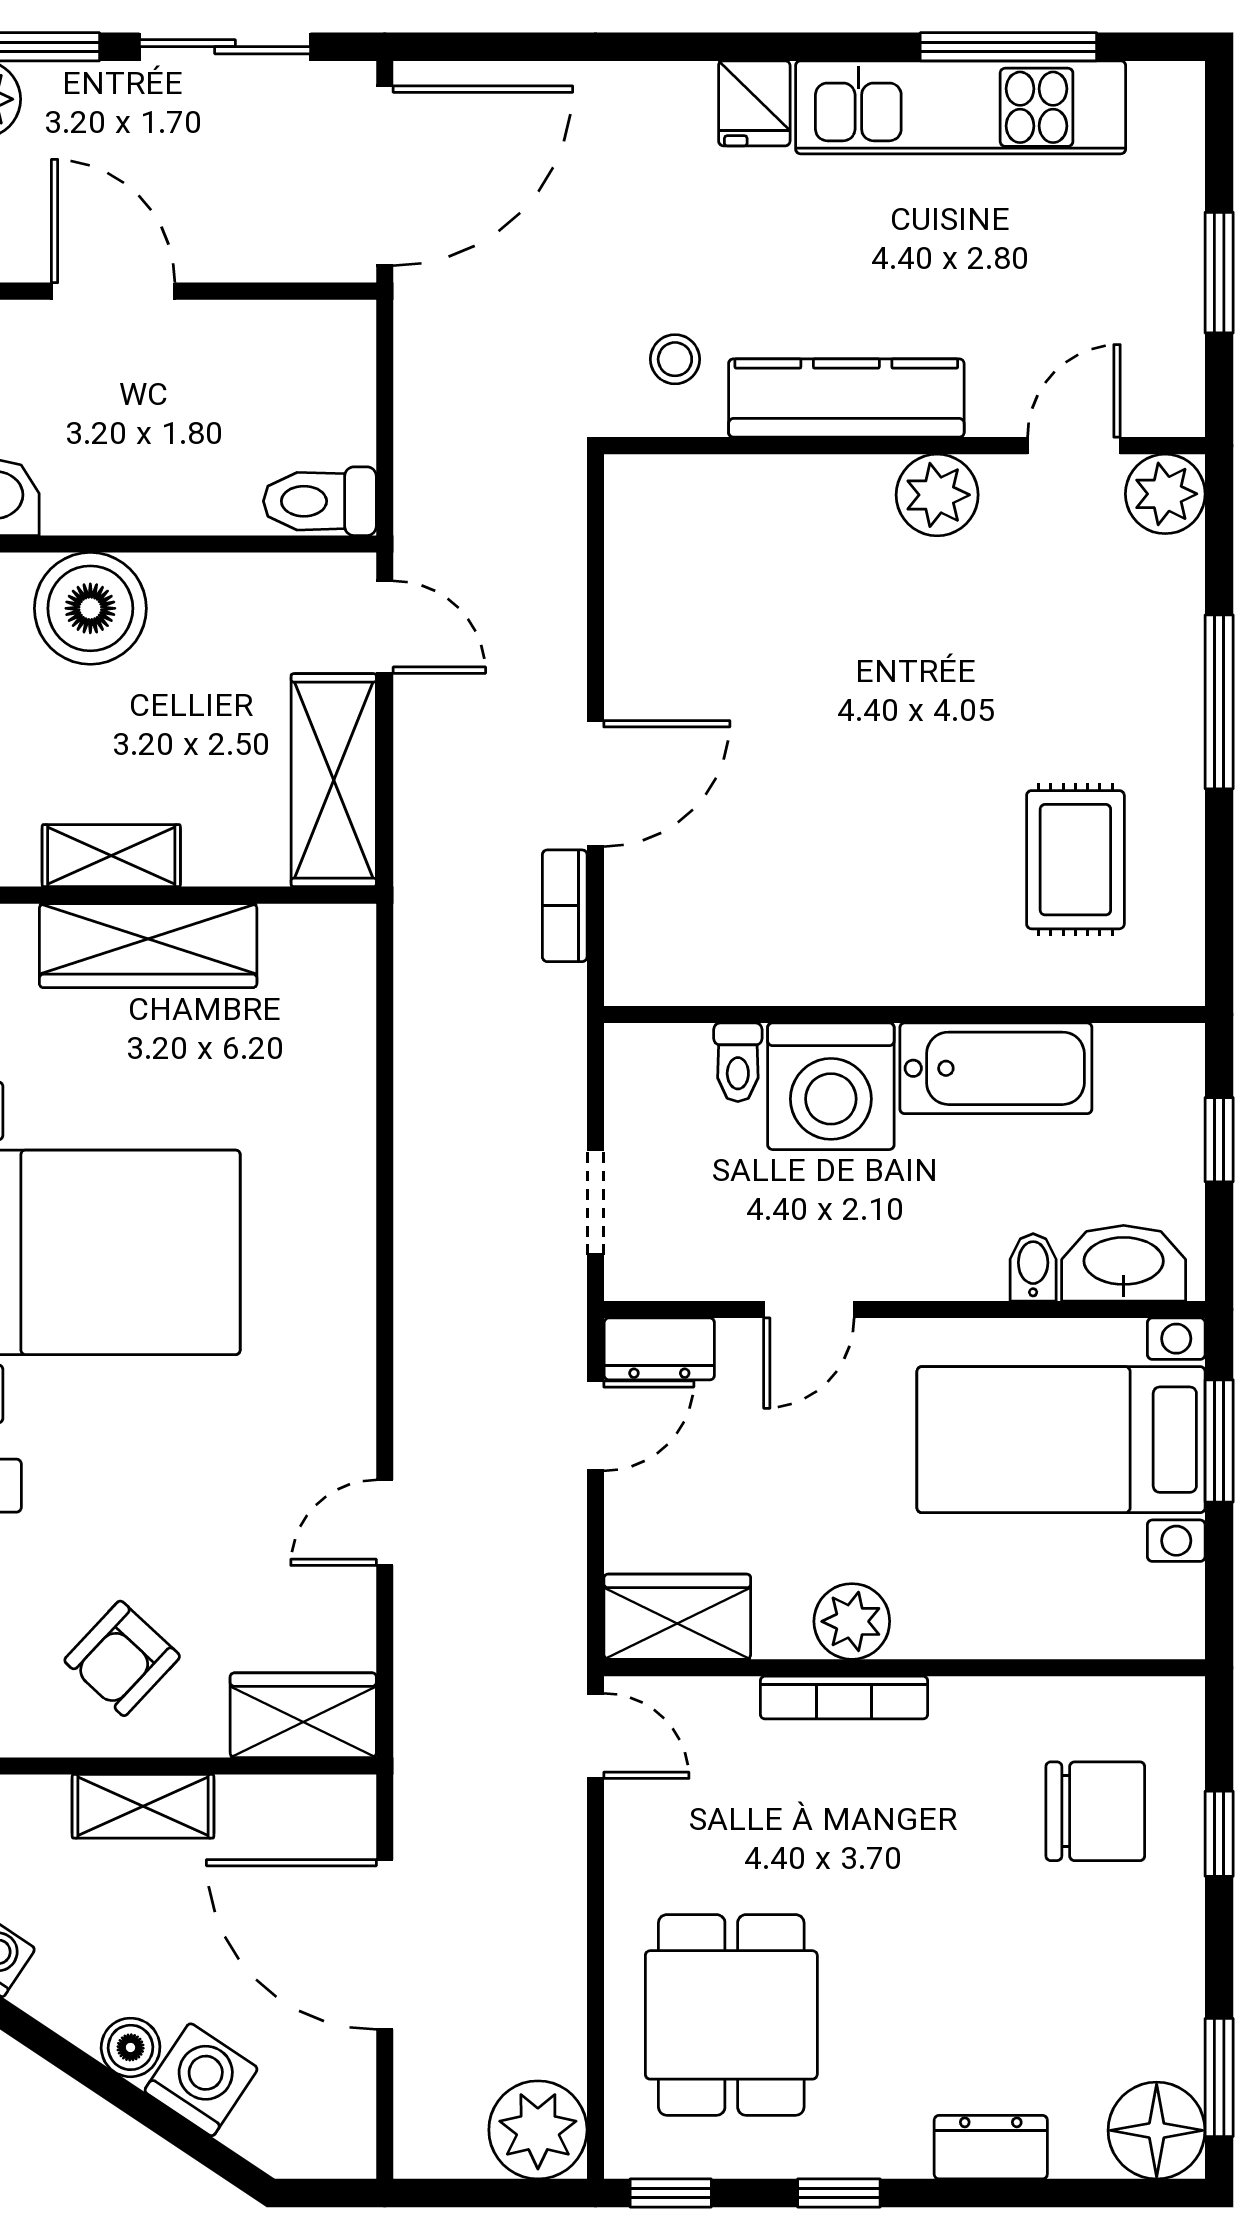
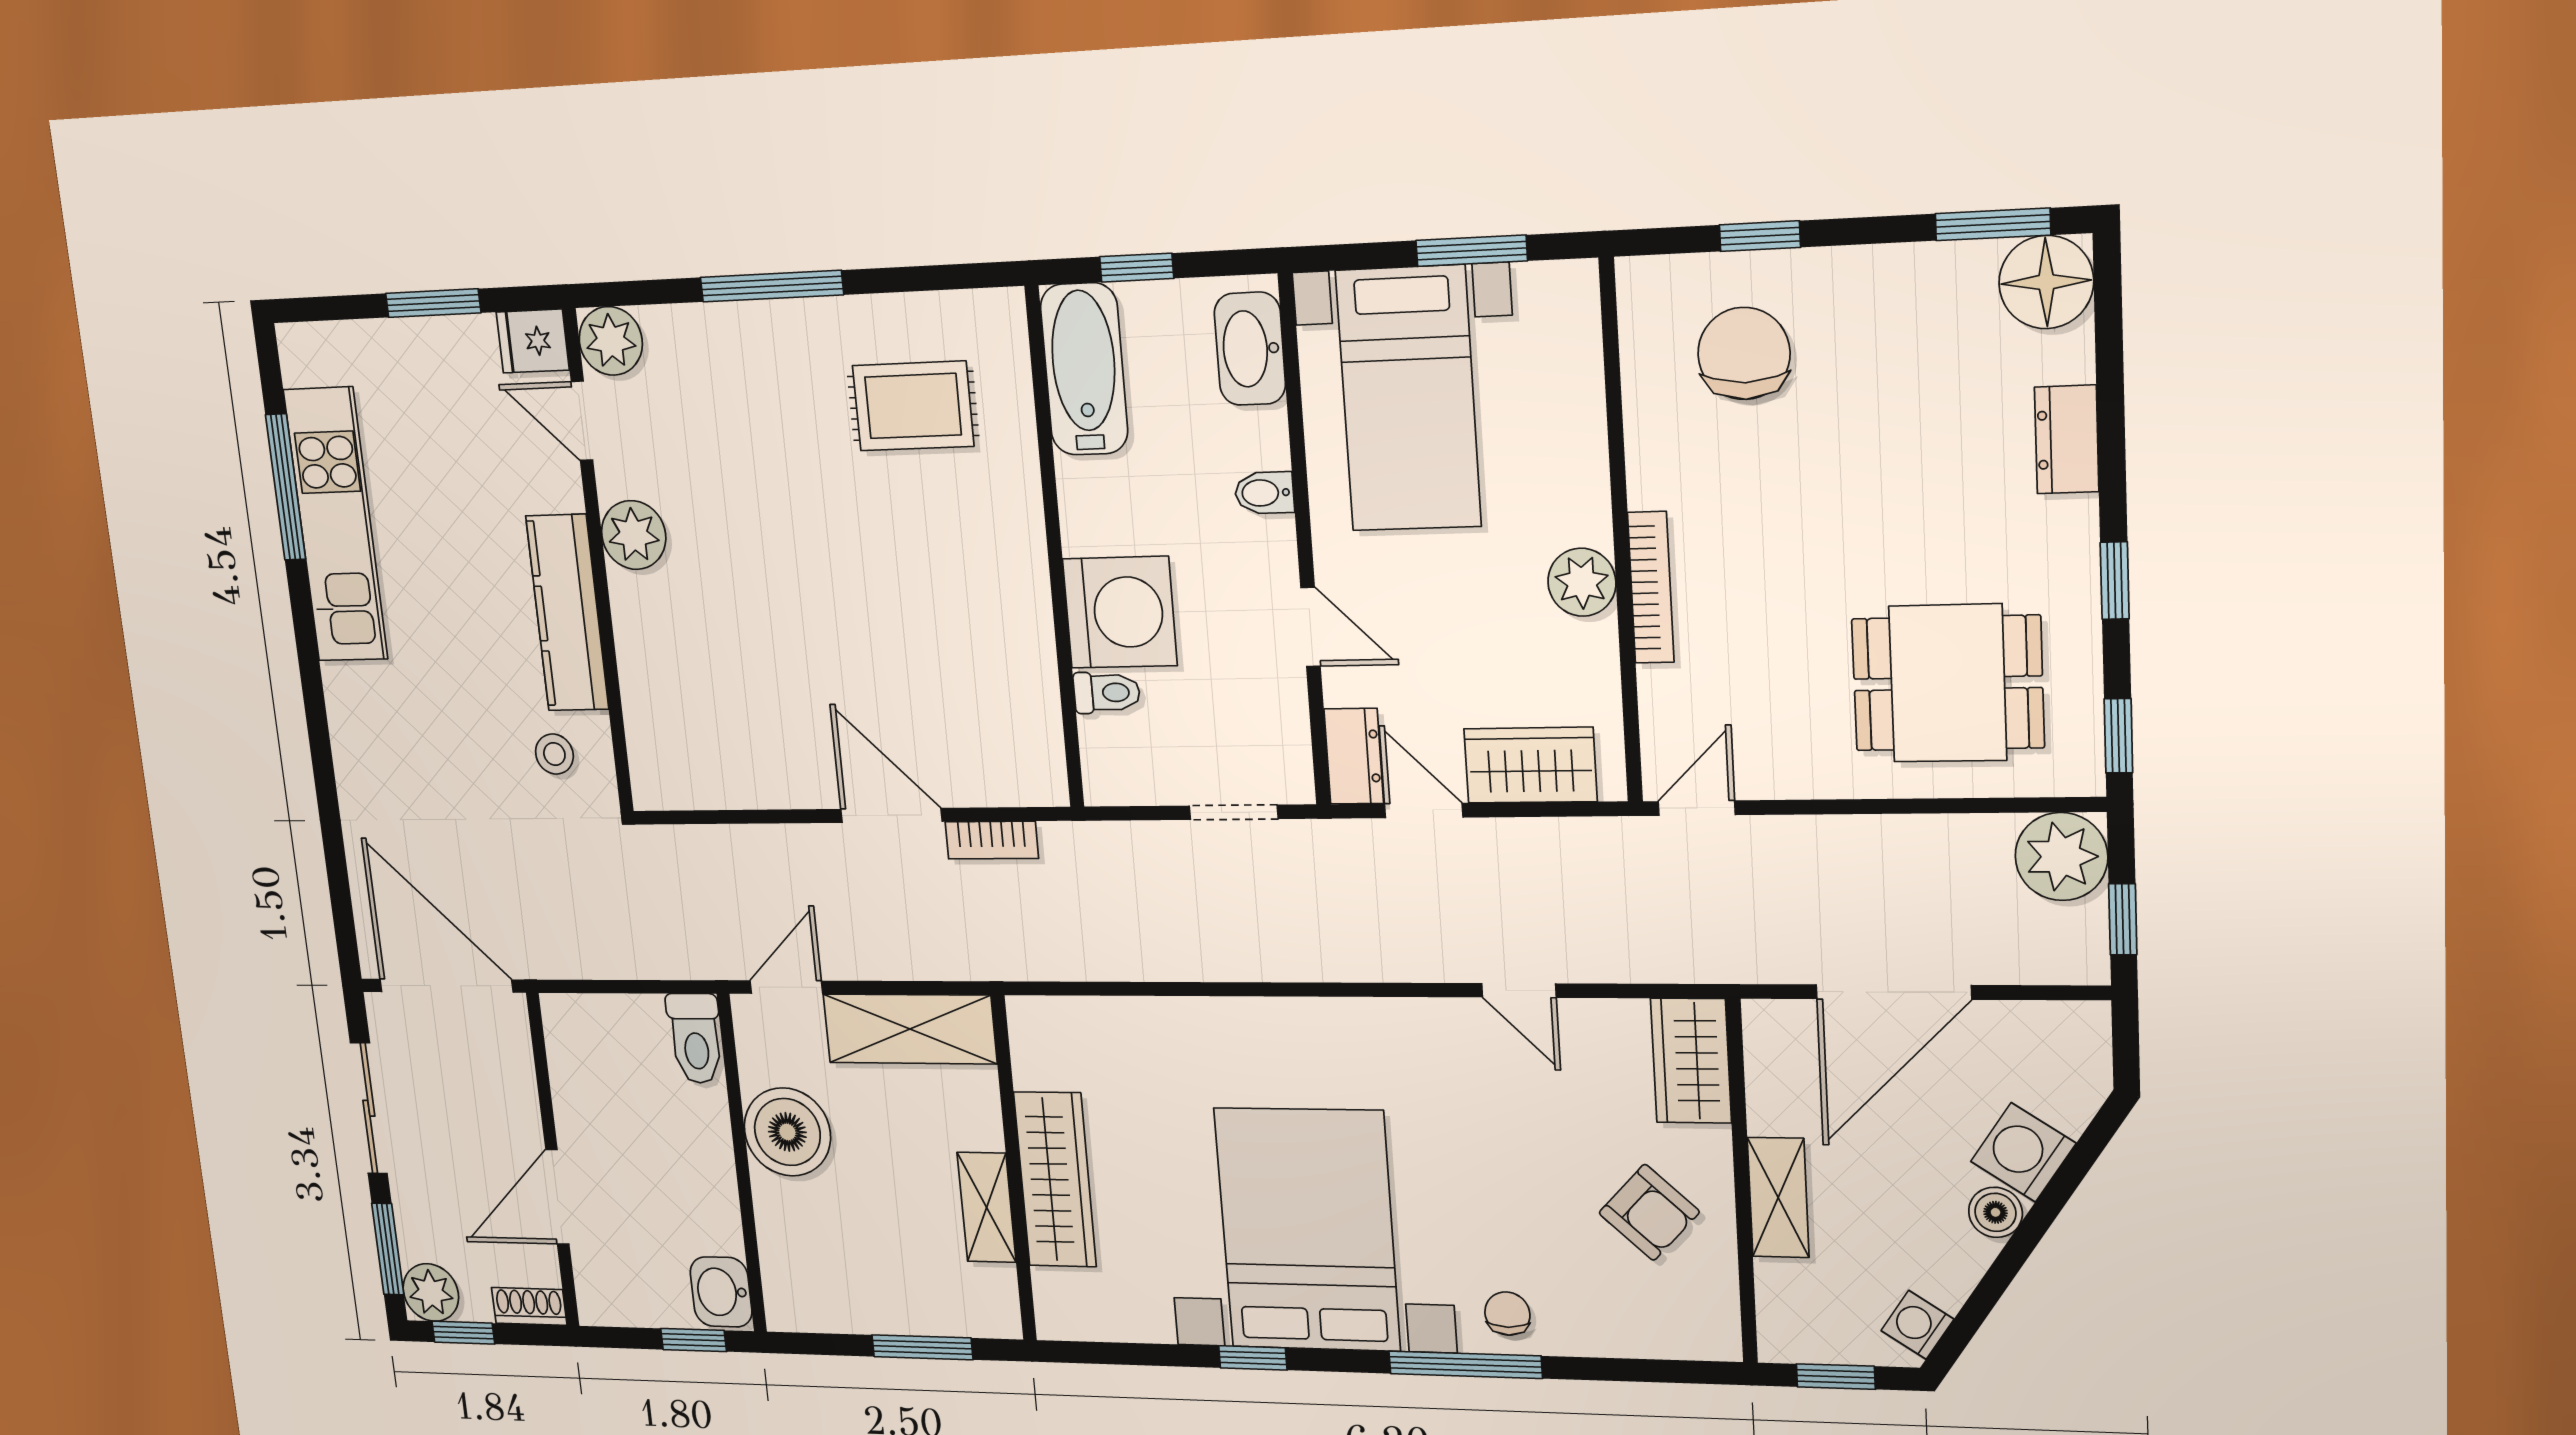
fridge: (754, 103) -> (533, 341), moved, turned 180
boiler: (90, 608) -> (787, 1132), moved
bathtub: (996, 1068) -> (1084, 369), moved
bidet: (1033, 1267) -> (1264, 493), moved
window: (1219, 1441) -> (1472, 251), moved
wardrobe: (677, 1617) -> (1530, 765), moved, turned 90
window: (468, 2193) -> (2123, 919), added

